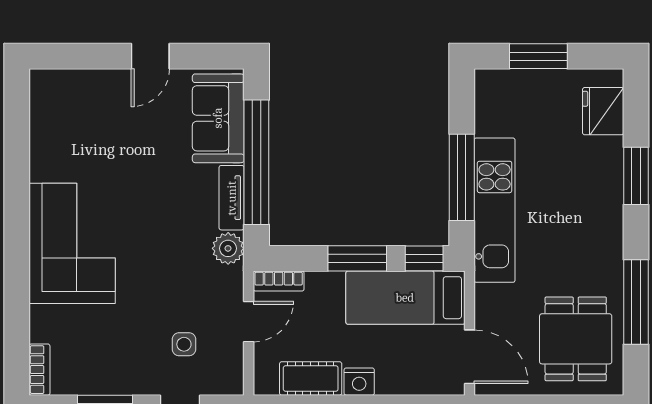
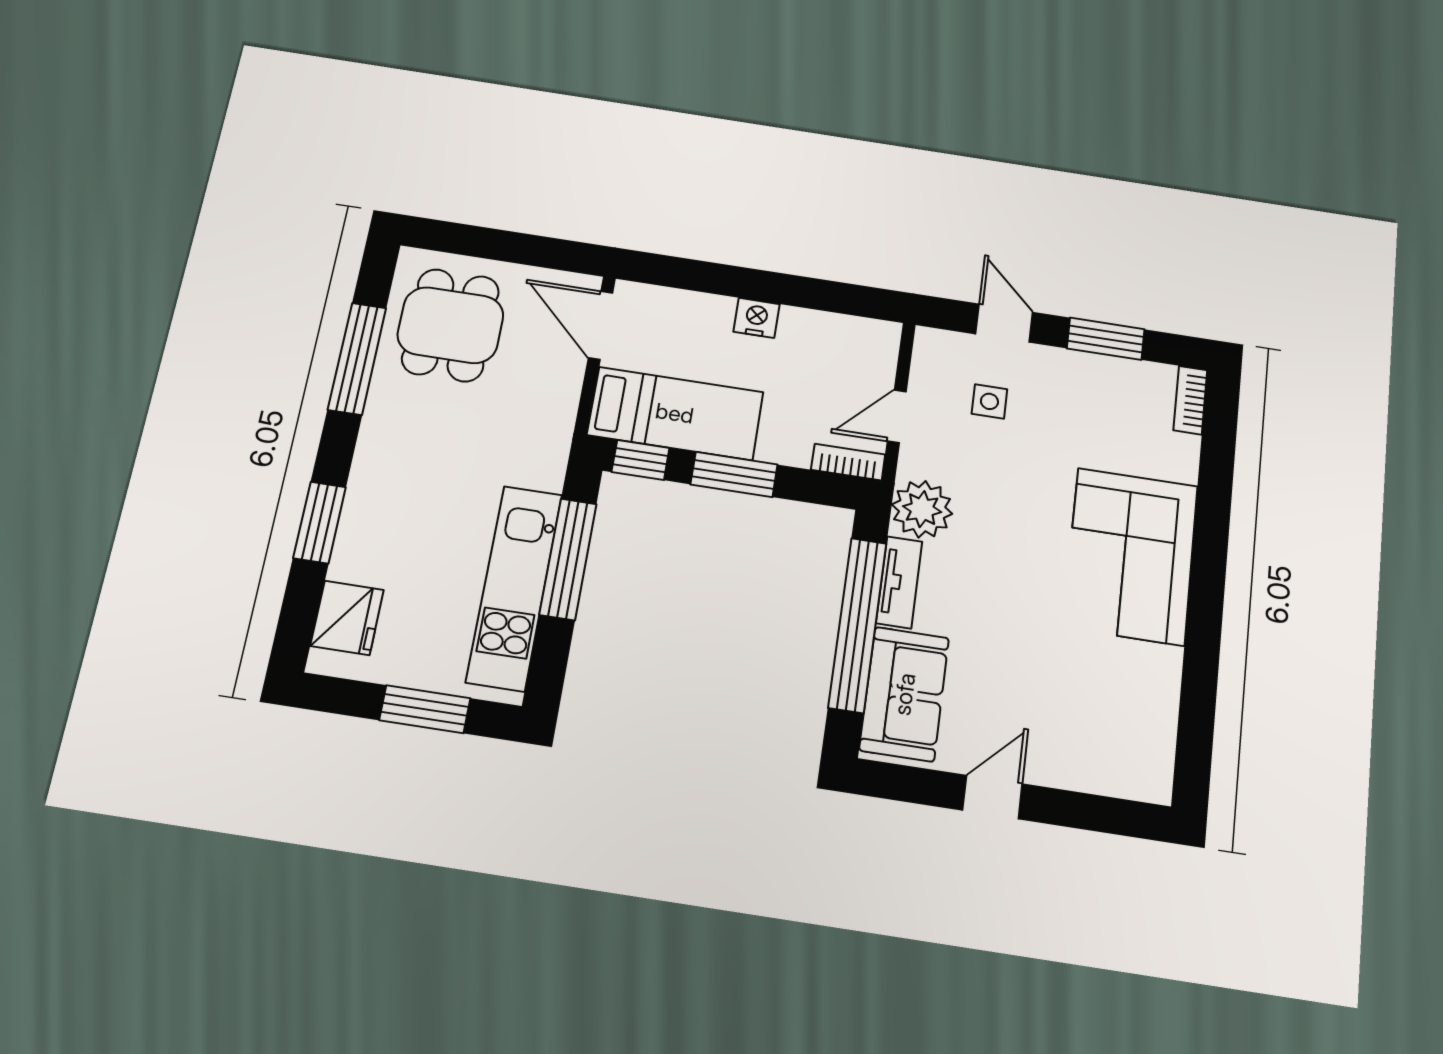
kitchen unit: (495, 210) -> (514, 588), moved
plant: (228, 248) -> (922, 509), width x1.36, depth x1.36
cot: (311, 378) -> (822, 332), removed

